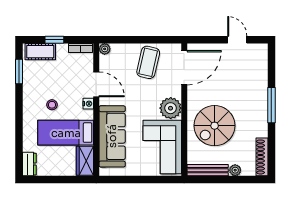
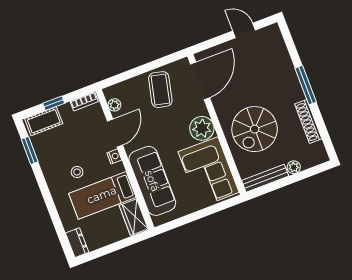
plant: (105, 49) -> (114, 105), moved
door: (96, 84) -> (115, 133), hinge flipped
shoe rack: (262, 157) -> (308, 121), moved

